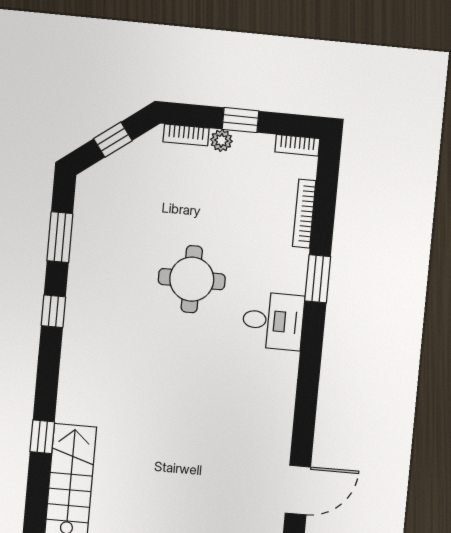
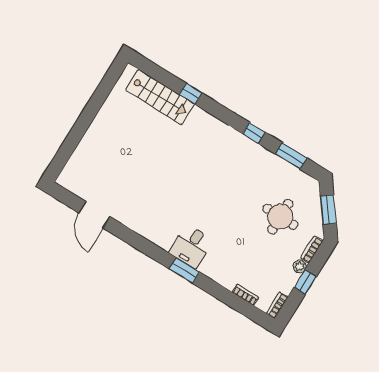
window: (113, 140) -> (328, 210), width x1.50
bookcase: (304, 214) -> (245, 295), width x0.64
round table: (192, 279) -> (280, 217), moved
window: (318, 279) -> (184, 270), moved

